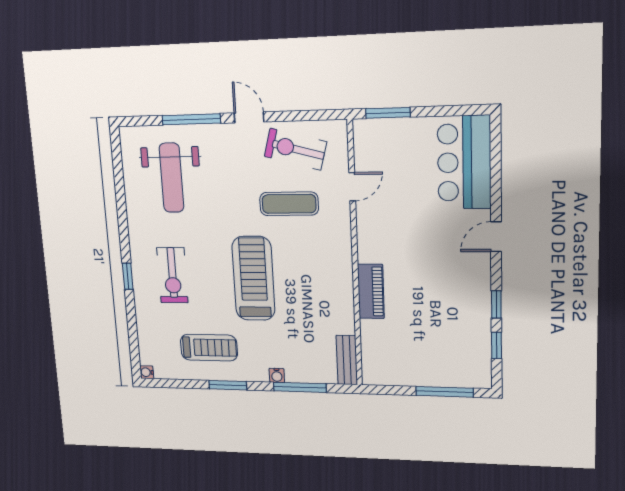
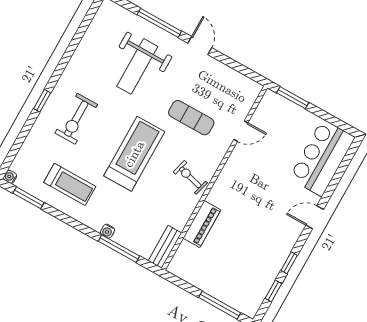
exercise bike: (295, 149) -> (190, 177), moved, width x0.73, depth x0.72
weight bench: (171, 178) -> (137, 66), moved
piano: (371, 291) -> (202, 224), moved
window: (228, 385) -> (29, 198), moved

